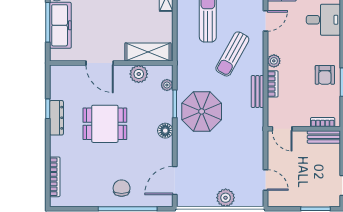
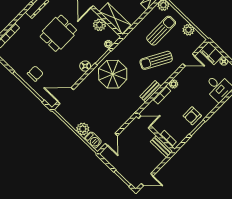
dining table: (105, 124) -> (58, 33), turned 90
door: (282, 129) -> (145, 122), swing flipped
barbecue: (247, 199) -> (93, 140), added

